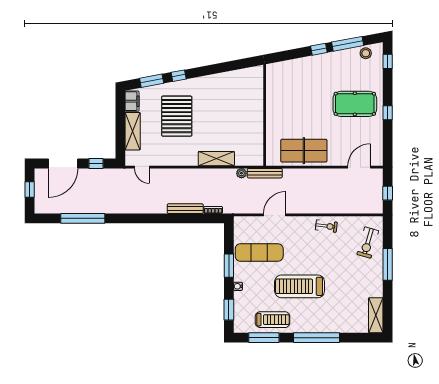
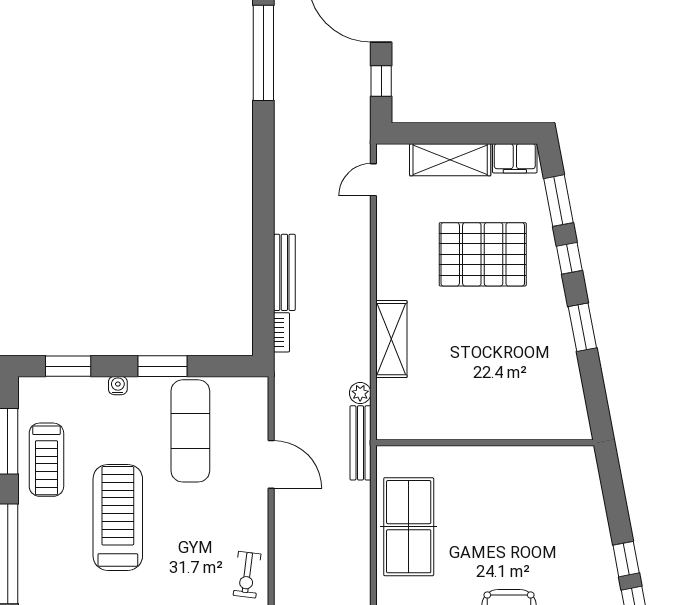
window: (211, 70) -> (582, 327), added

